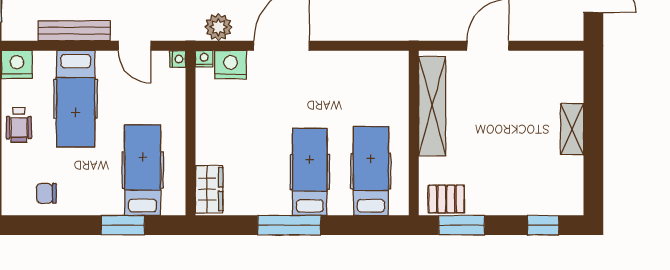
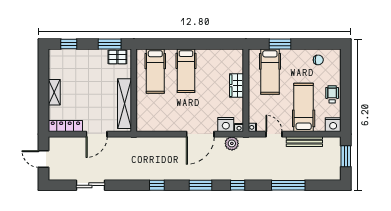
locker: (550, 62) -> (65, 126), added
wardrobe: (209, 189) -> (237, 86), moved
window: (289, 225) -> (196, 44), removed

